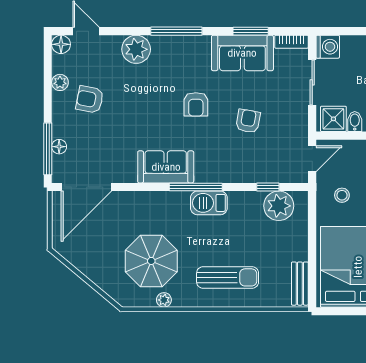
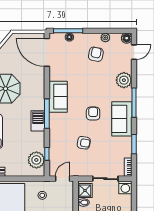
sofa: (242, 53) -> (122, 119), moved
armchair: (196, 104) -> (93, 114), turned 90
door: (312, 159) -> (63, 179), swing flipped

